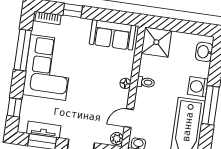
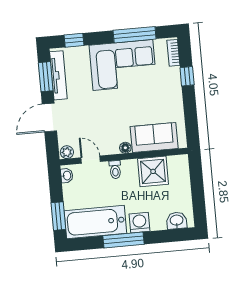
sofa: (113, 35) -> (154, 138), moved, turned 90
shower: (156, 42) -> (153, 171), moved
toilet: (146, 82) -> (115, 170), moved
tv unit: (44, 129) -> (58, 75), width x1.41

